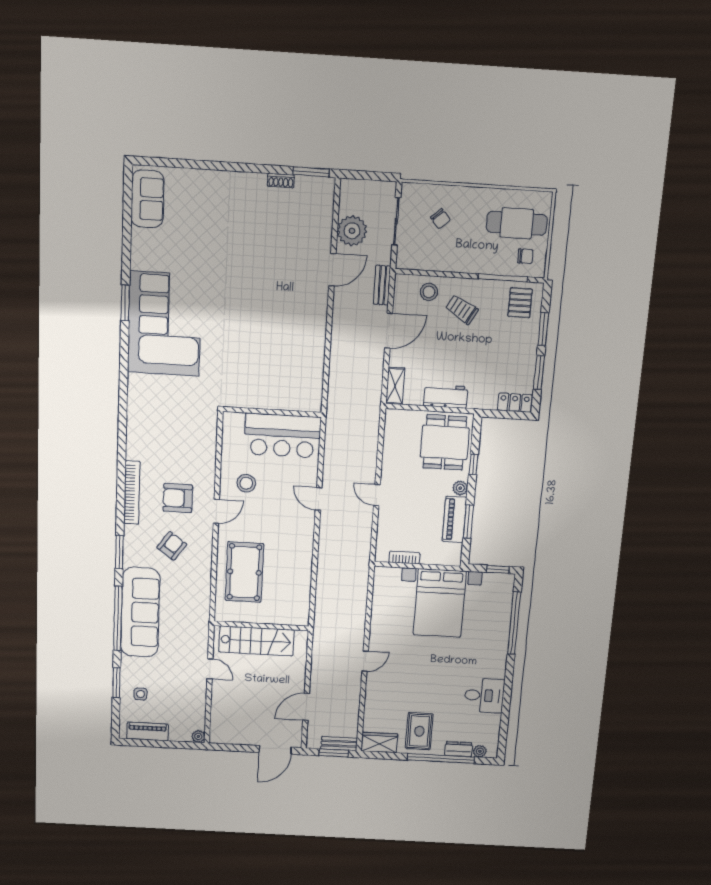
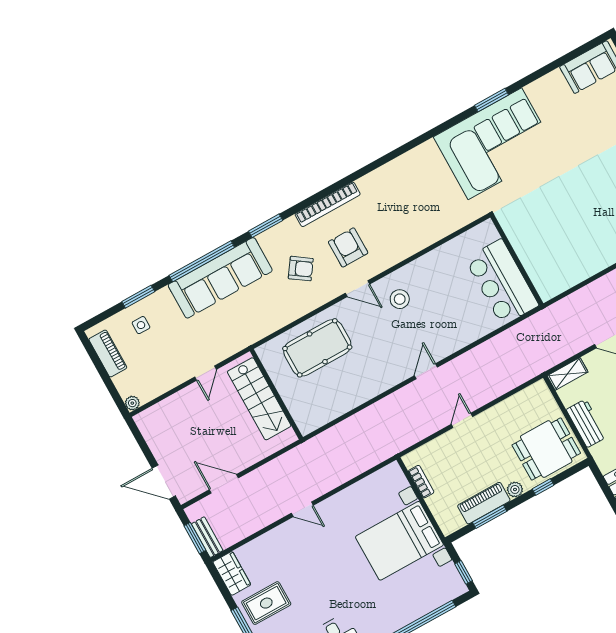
wall: (272, 412) -> (517, 260), moved
bar counter: (282, 436) -> (502, 282), moved

